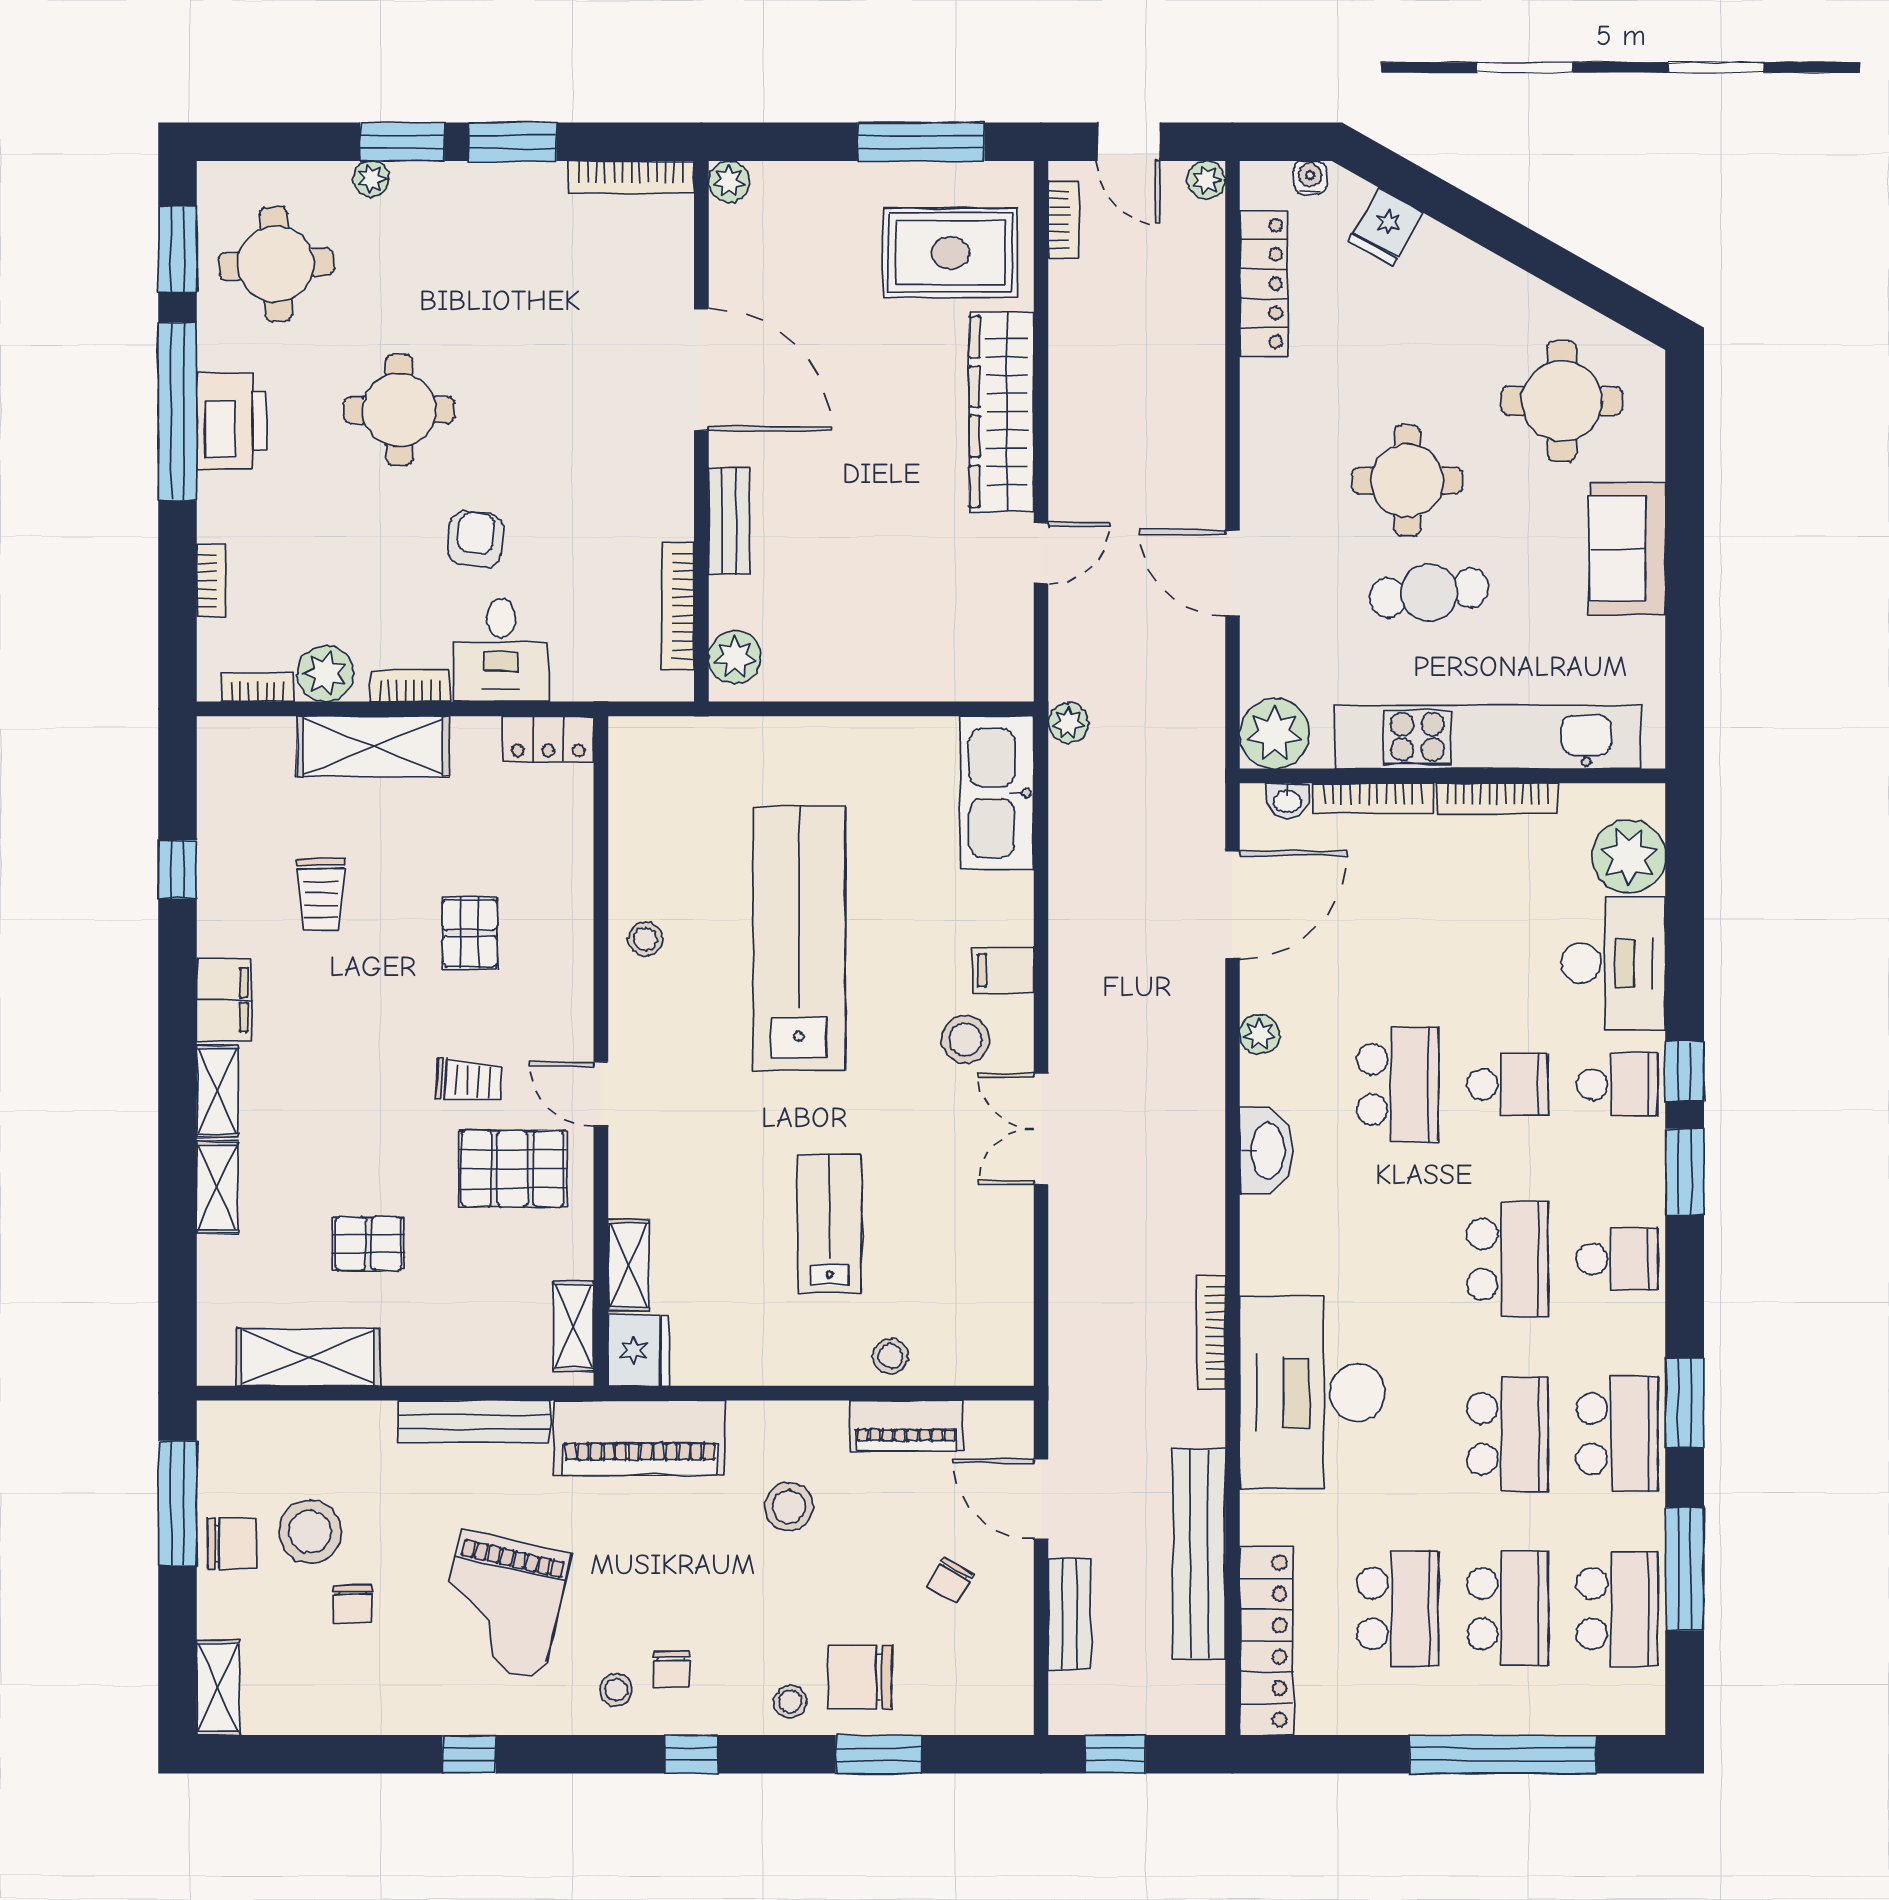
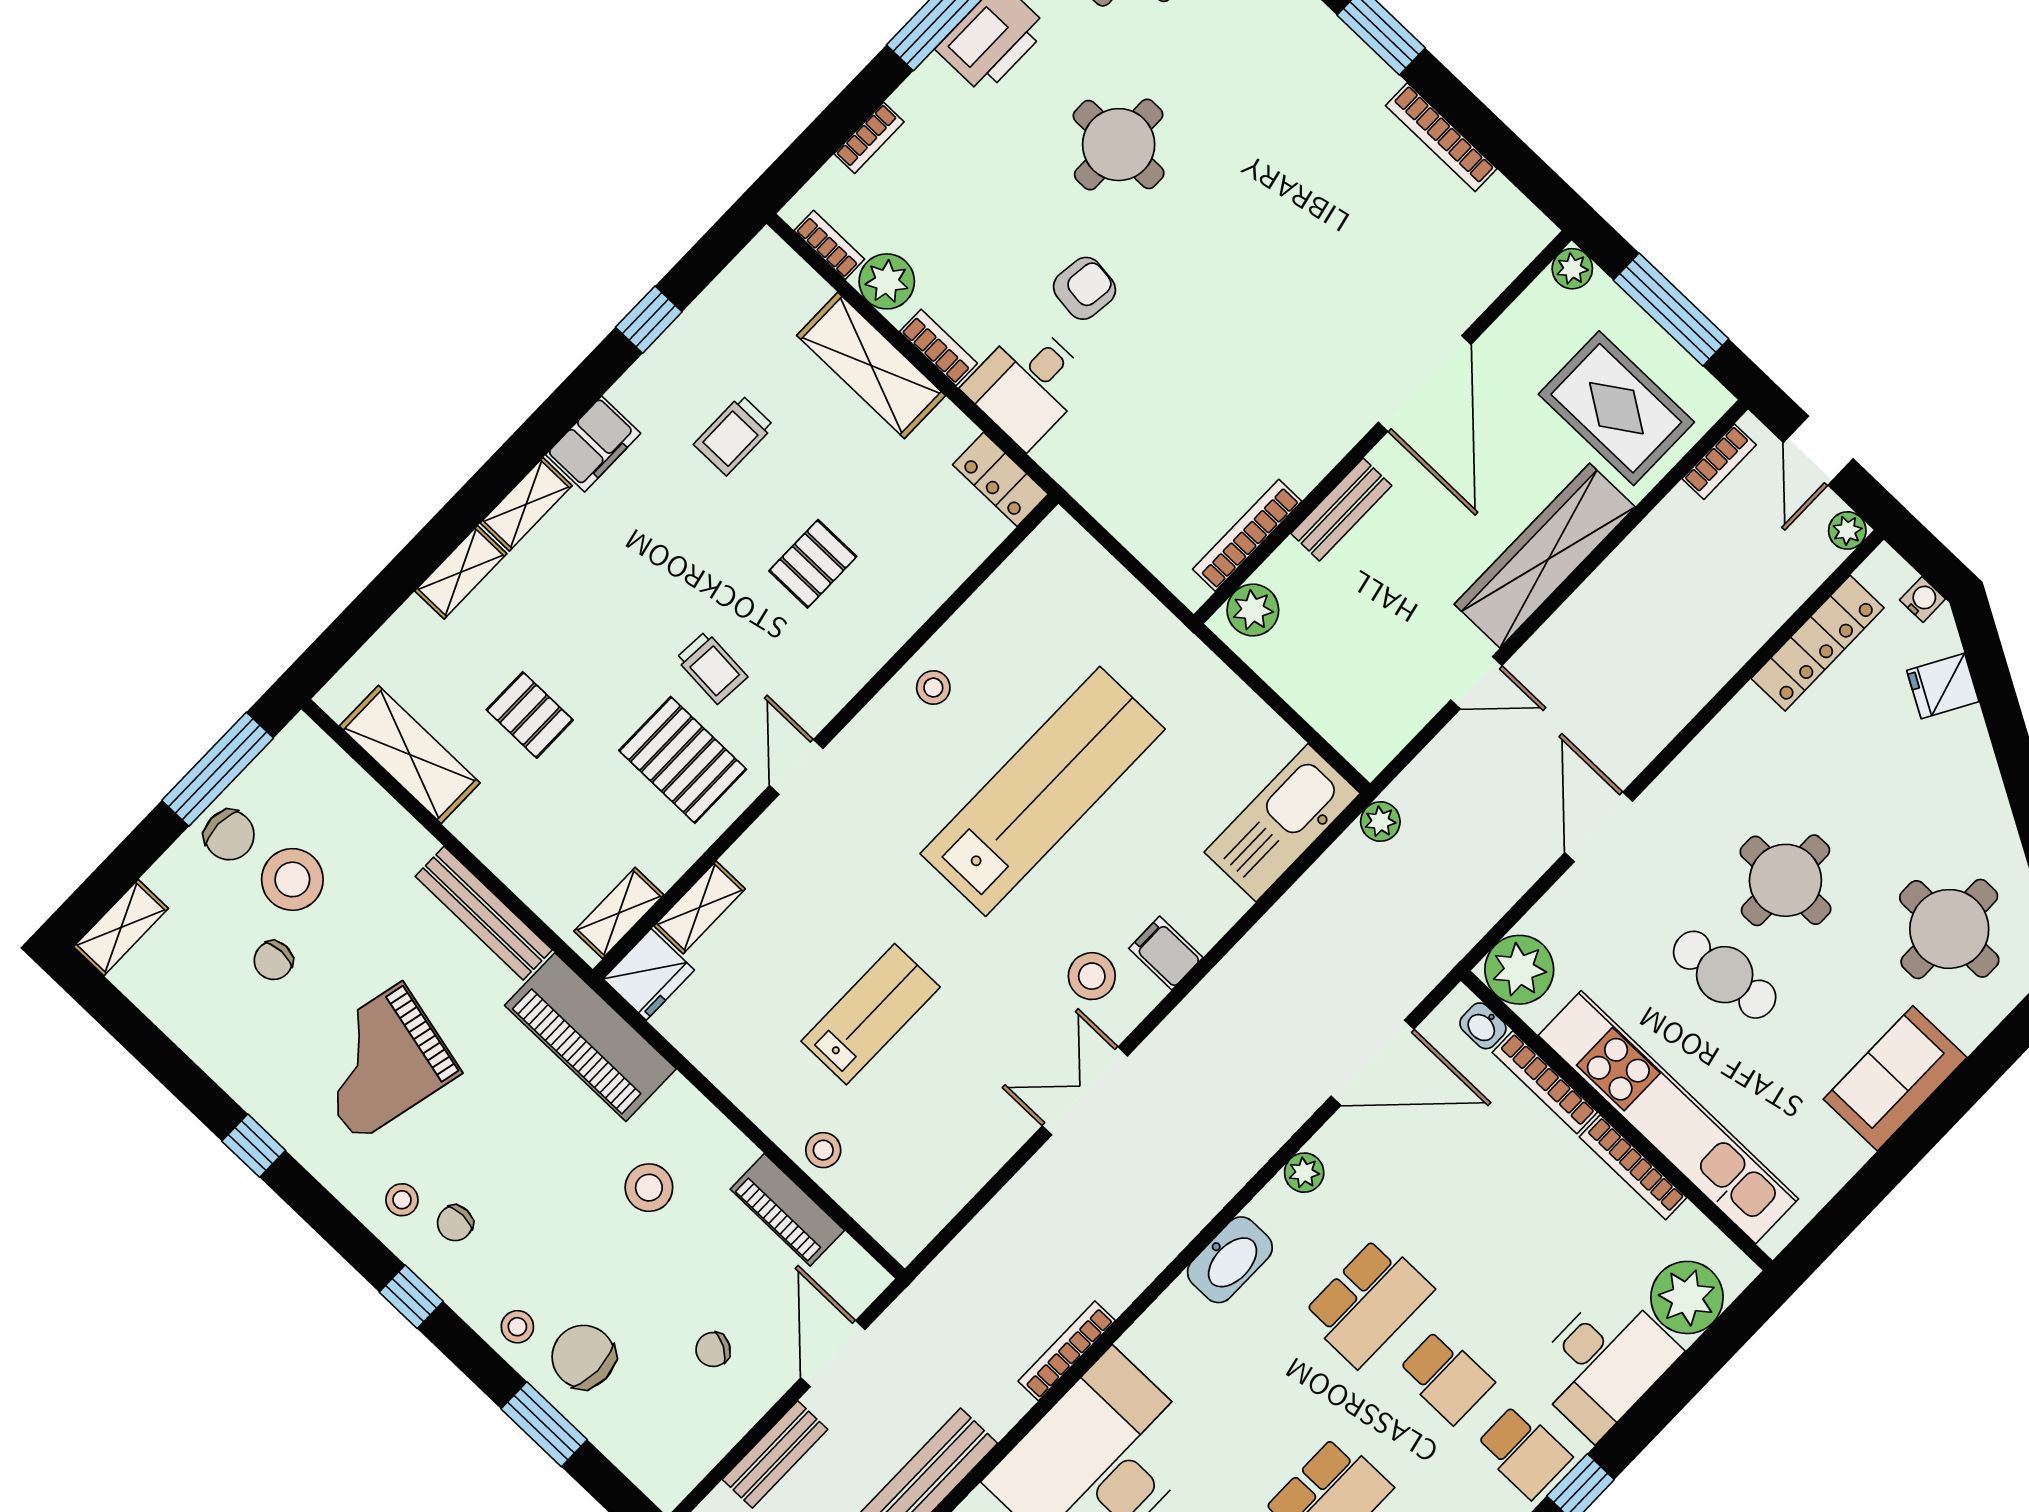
plant: (729, 181) -> (1572, 269), moved
door: (701, 370) -> (1425, 383), moved
wall: (701, 431) -> (1383, 427), moved
bench: (729, 521) -> (1341, 509), moved
bookcase: (678, 606) -> (1247, 535), moved
plant: (735, 657) -> (1253, 610), moved

